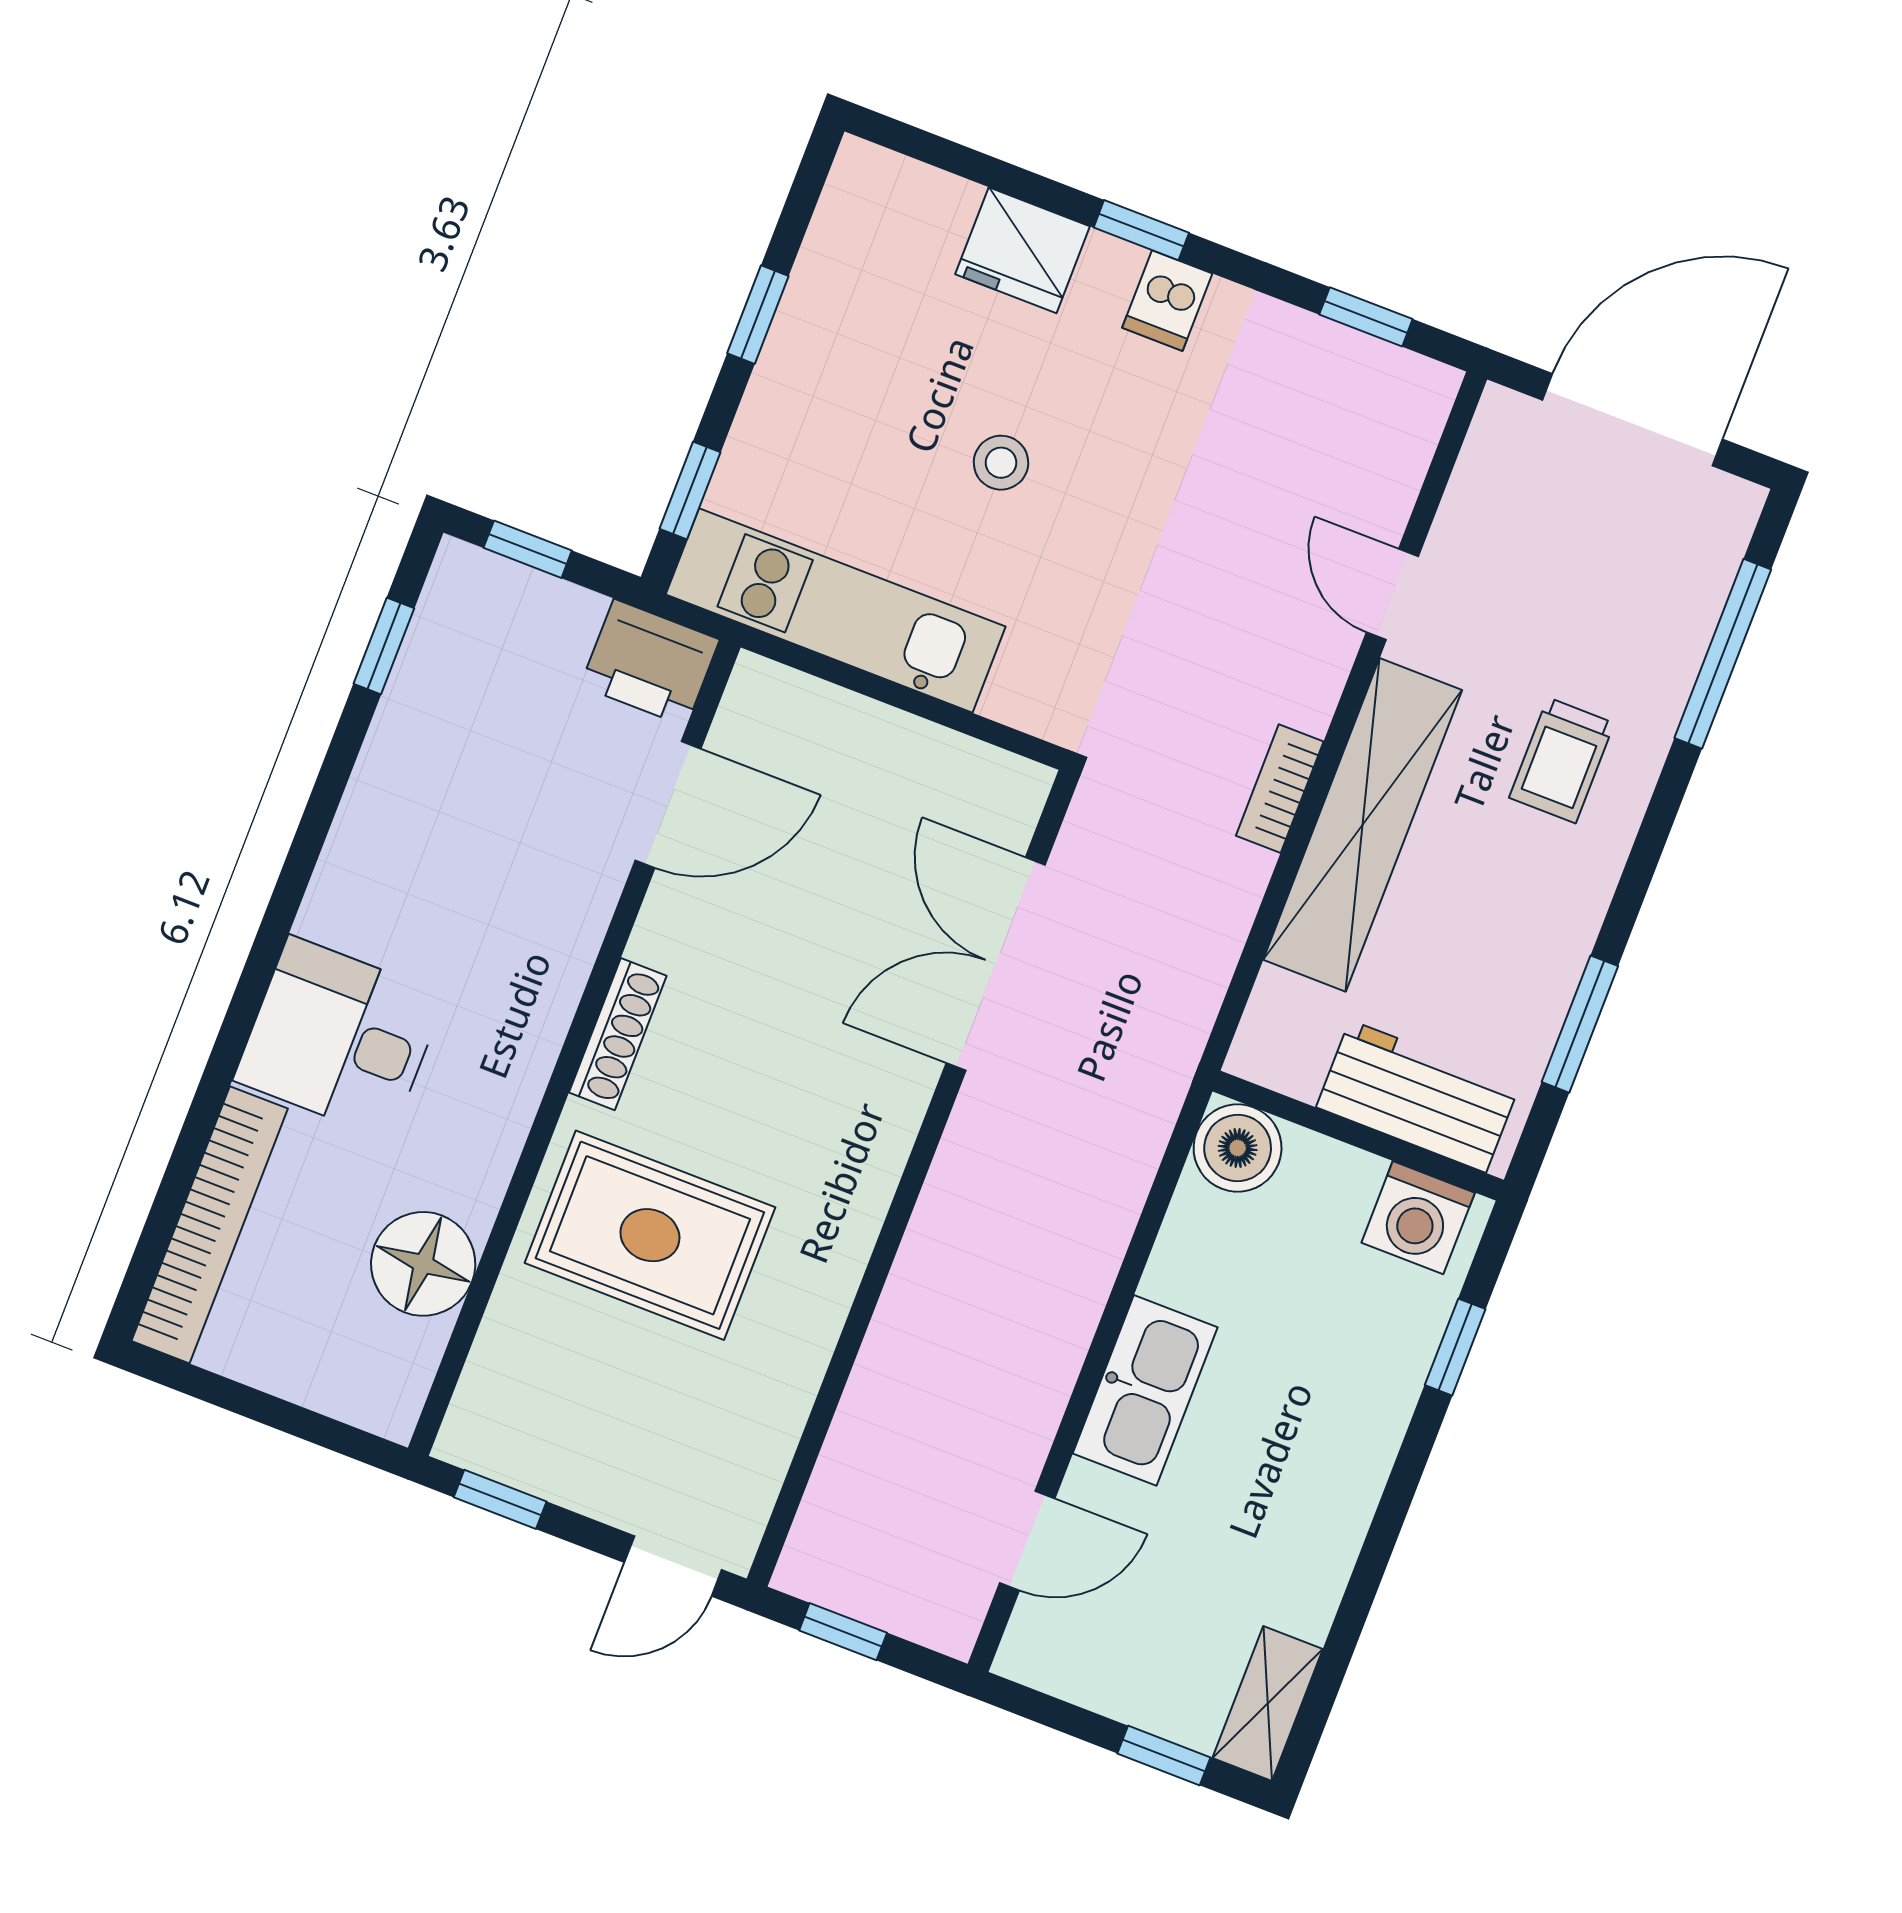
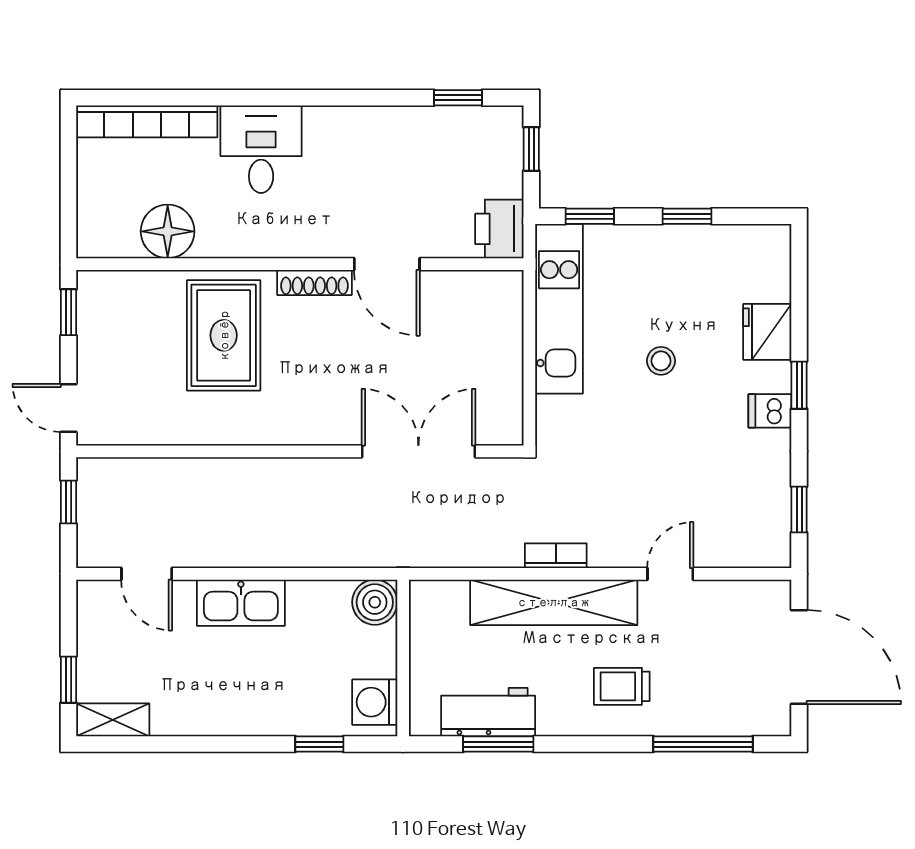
door: (668, 804) -> (387, 264), moved
workbench: (1418, 1096) -> (488, 712), moved, turned -90

